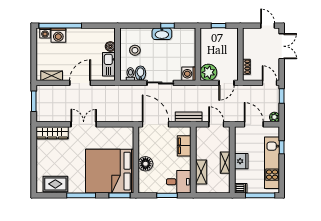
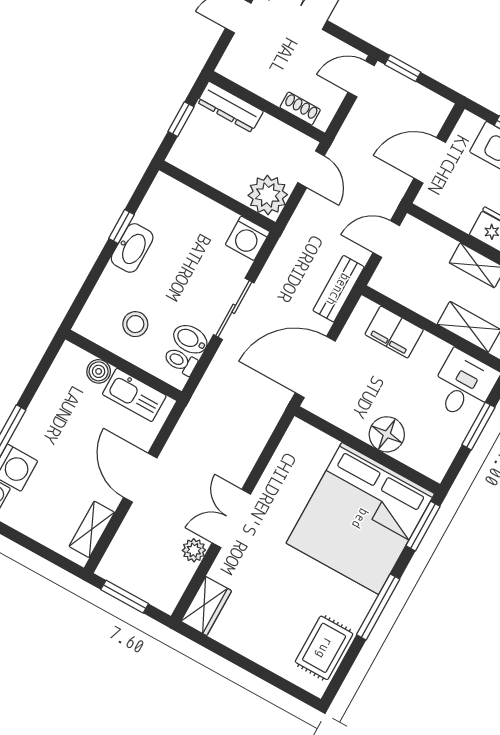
dresser: (233, 41) -> (230, 107), added
plant: (274, 117) -> (194, 550), moved
wardrobe: (52, 133) -> (206, 606), width x0.67

